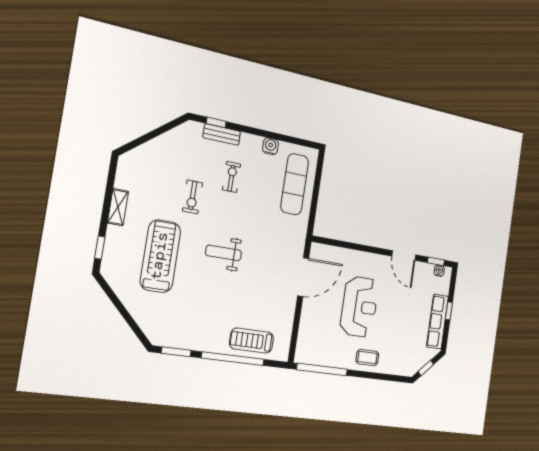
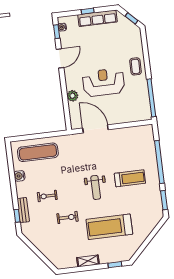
plant: (354, 258) -> (72, 96), added
treadmill: (252, 341) -> (130, 178), moved, turned -90

